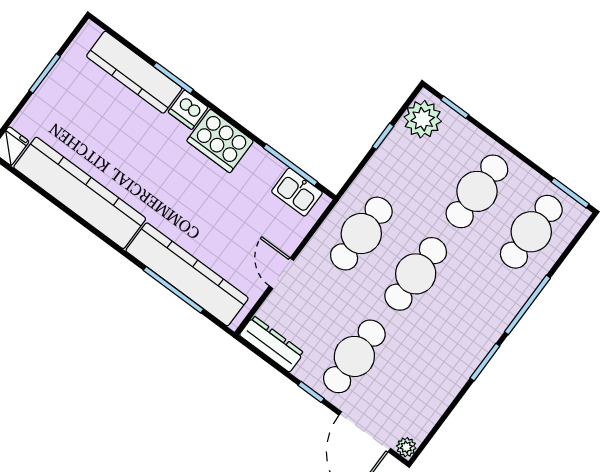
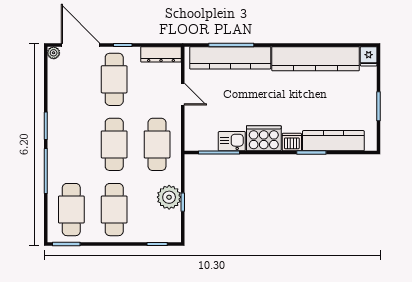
plant: (423, 119) -> (169, 197), moved
kitchen sink: (297, 192) -> (232, 141), moved

